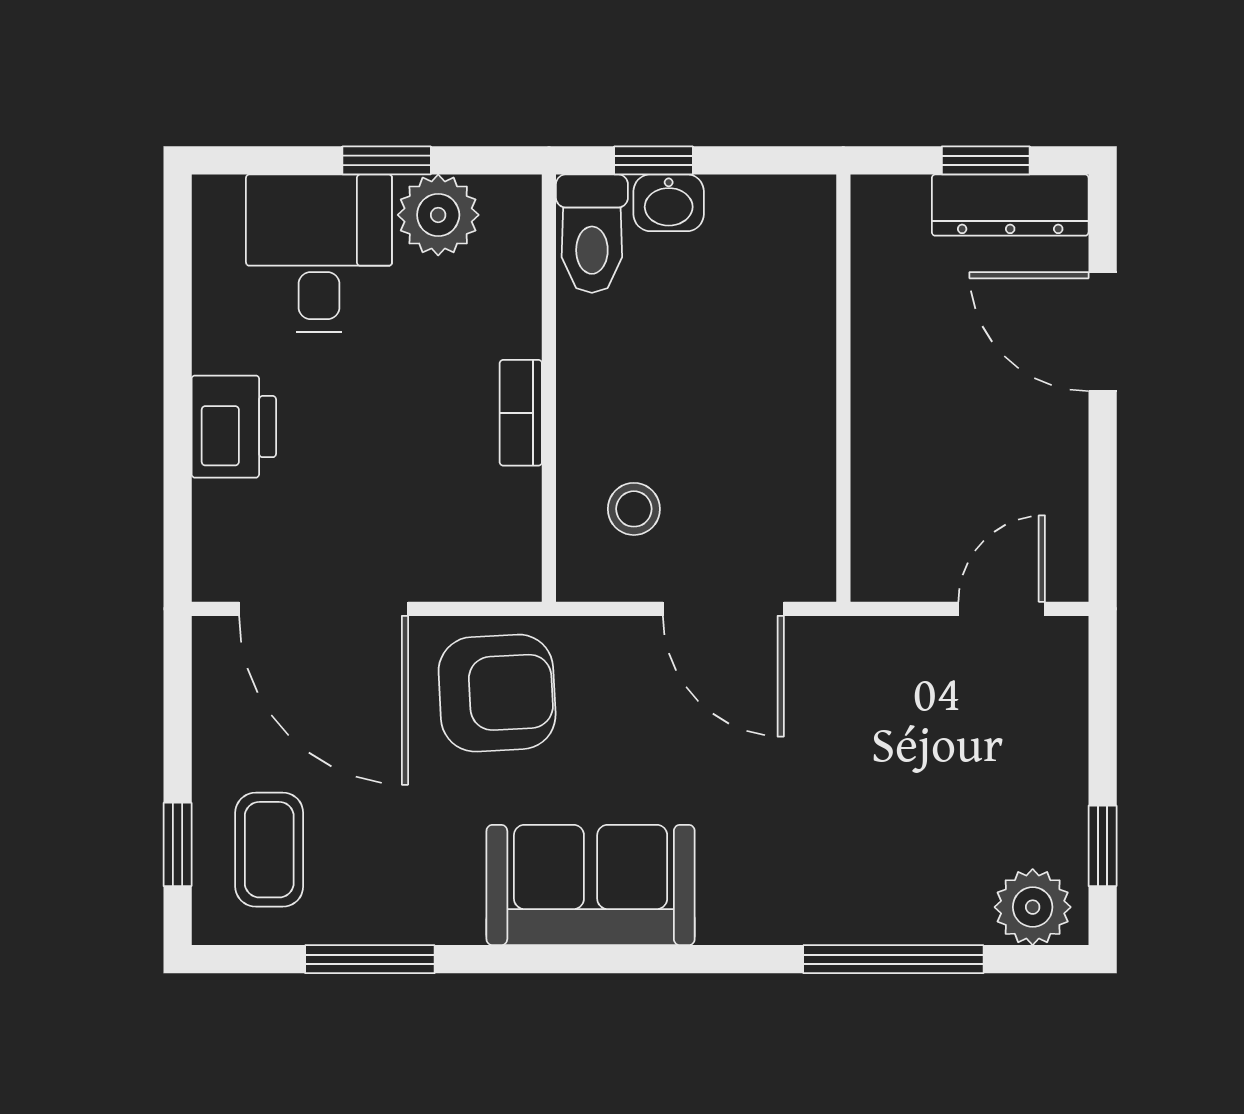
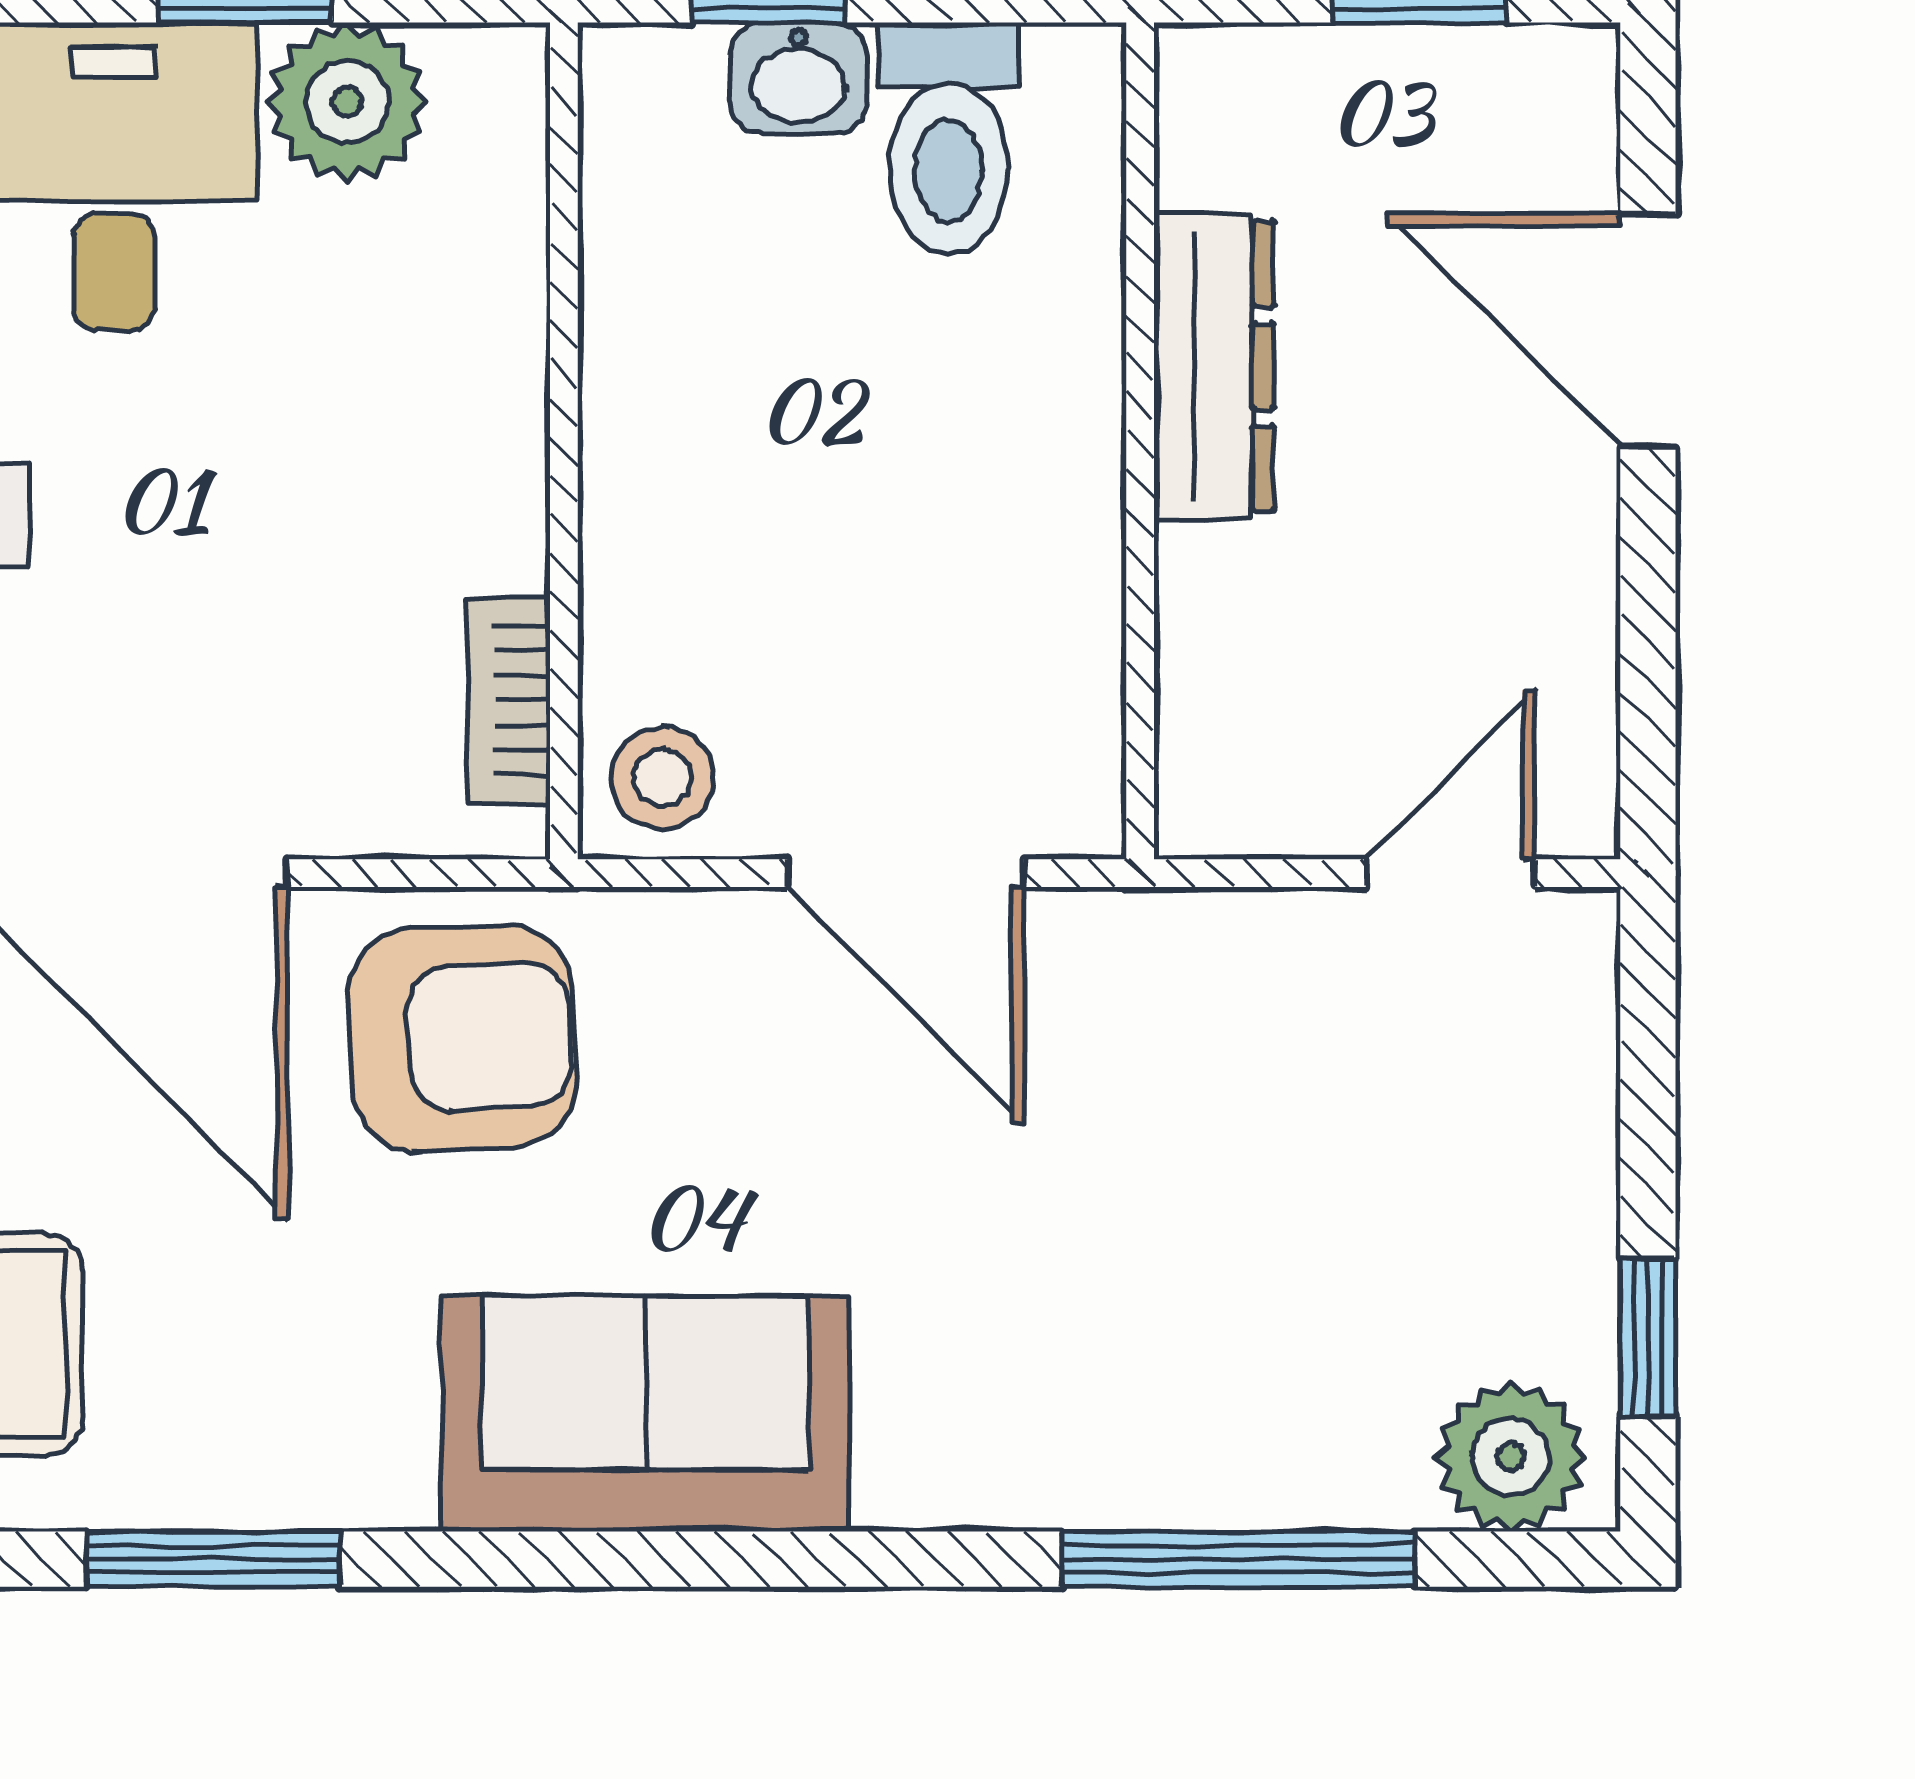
dresser: (1010, 205) -> (1214, 366), moved, turned -90
toilet: (592, 234) -> (949, 138), moved
bookcase: (521, 413) -> (509, 700), moved
stool: (634, 509) -> (662, 778), moved

